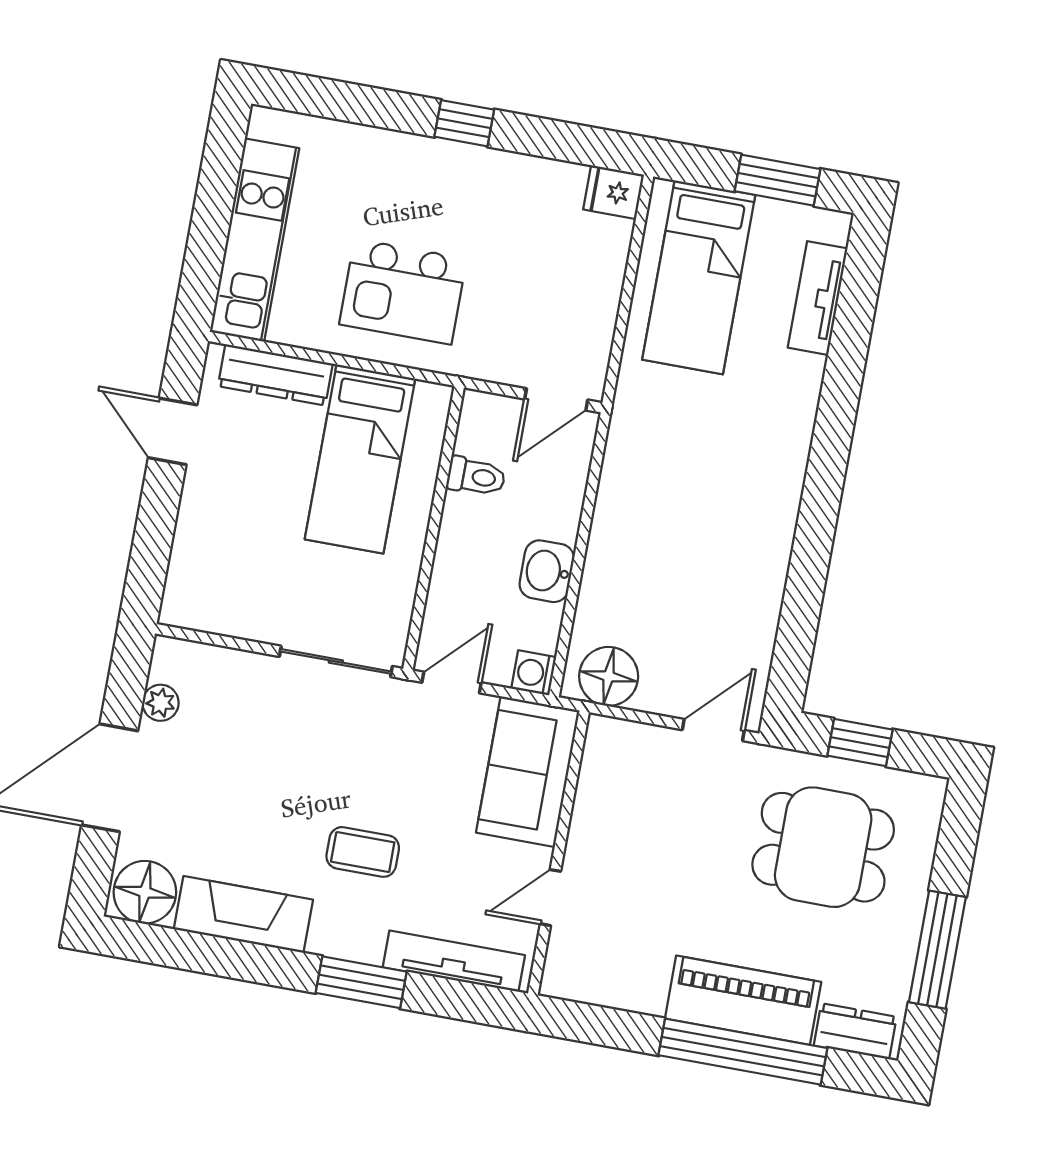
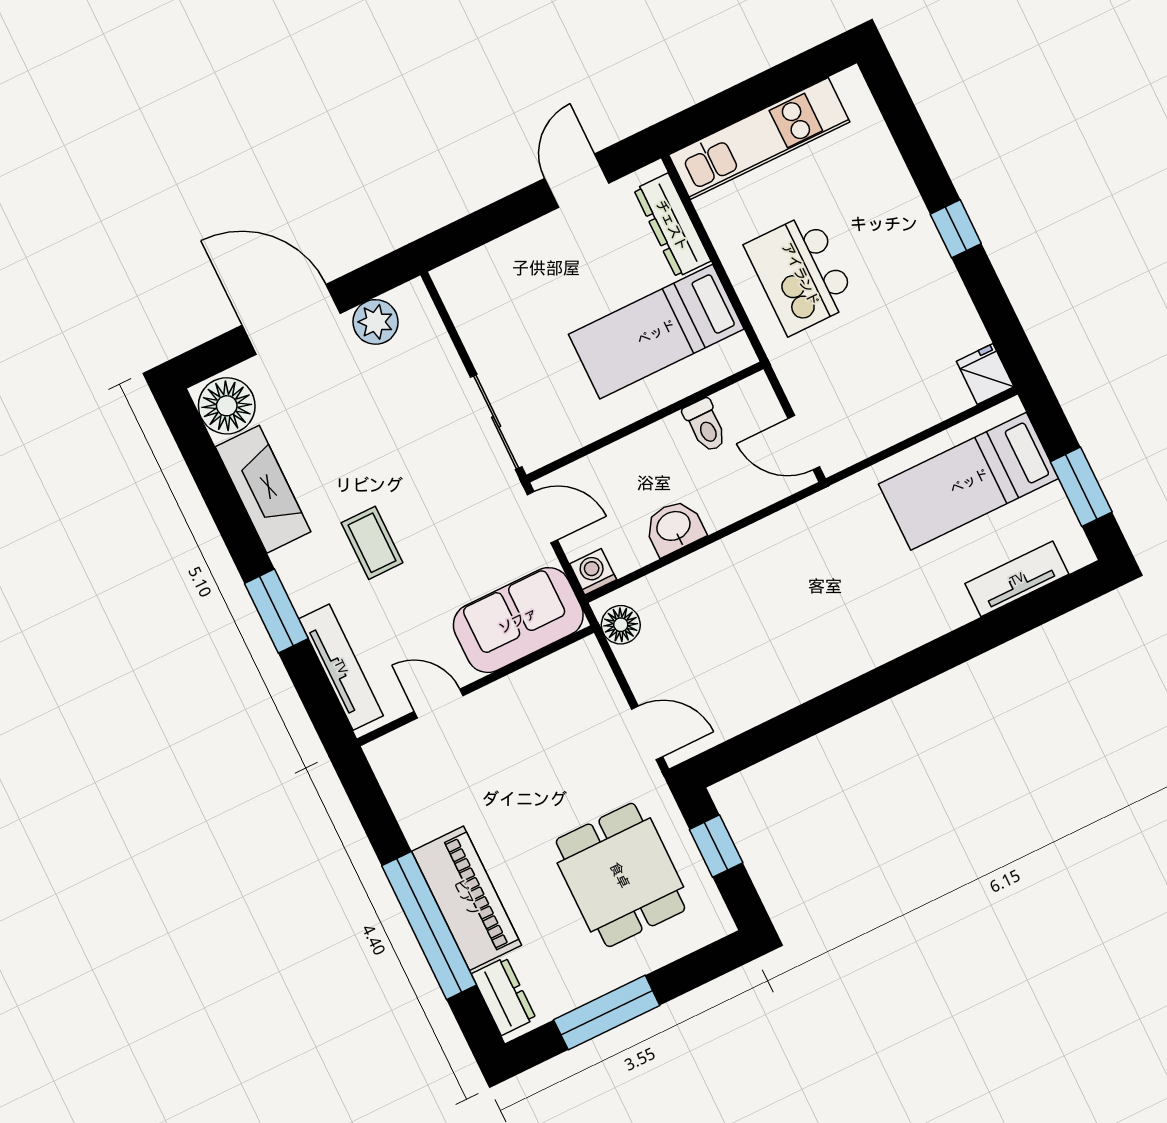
floor lamp: (609, 676) -> (621, 625), width x0.73, depth x0.73
plant: (161, 703) -> (375, 322), width x1.38, depth x1.38

